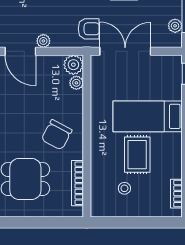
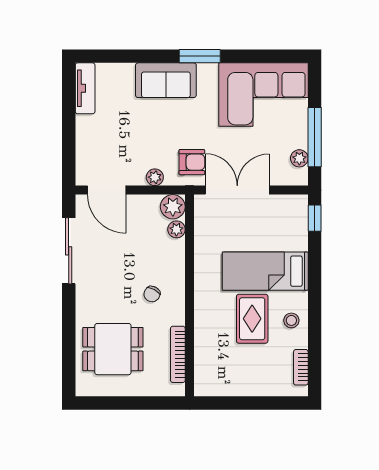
plant: (43, 41) -> (155, 177), moved
chair: (57, 135) -> (152, 294), width x0.54, depth x0.54
stool: (124, 188) -> (291, 320), moved

